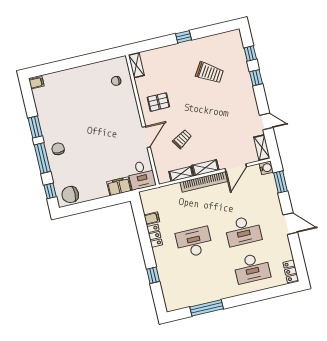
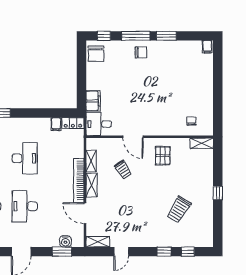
water cooler: (266, 168) -> (65, 241), moved
chair: (70, 195) -> (96, 54), turned 180
locker: (155, 236) -> (73, 123), moved

